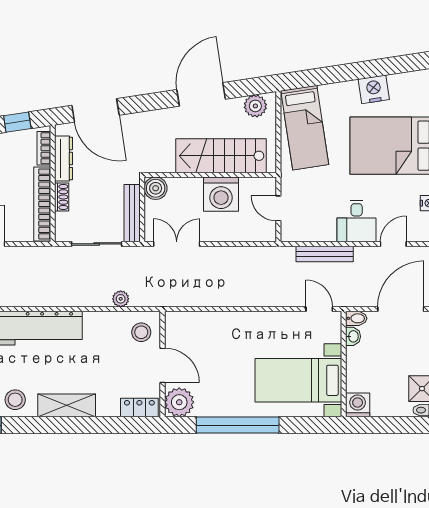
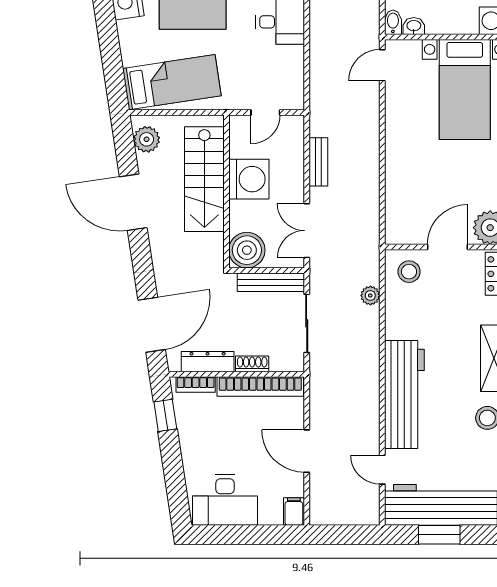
boiler: (156, 188) -> (247, 250), width x1.37, depth x1.37
bench: (325, 254) -> (318, 162), moved, width x0.73

